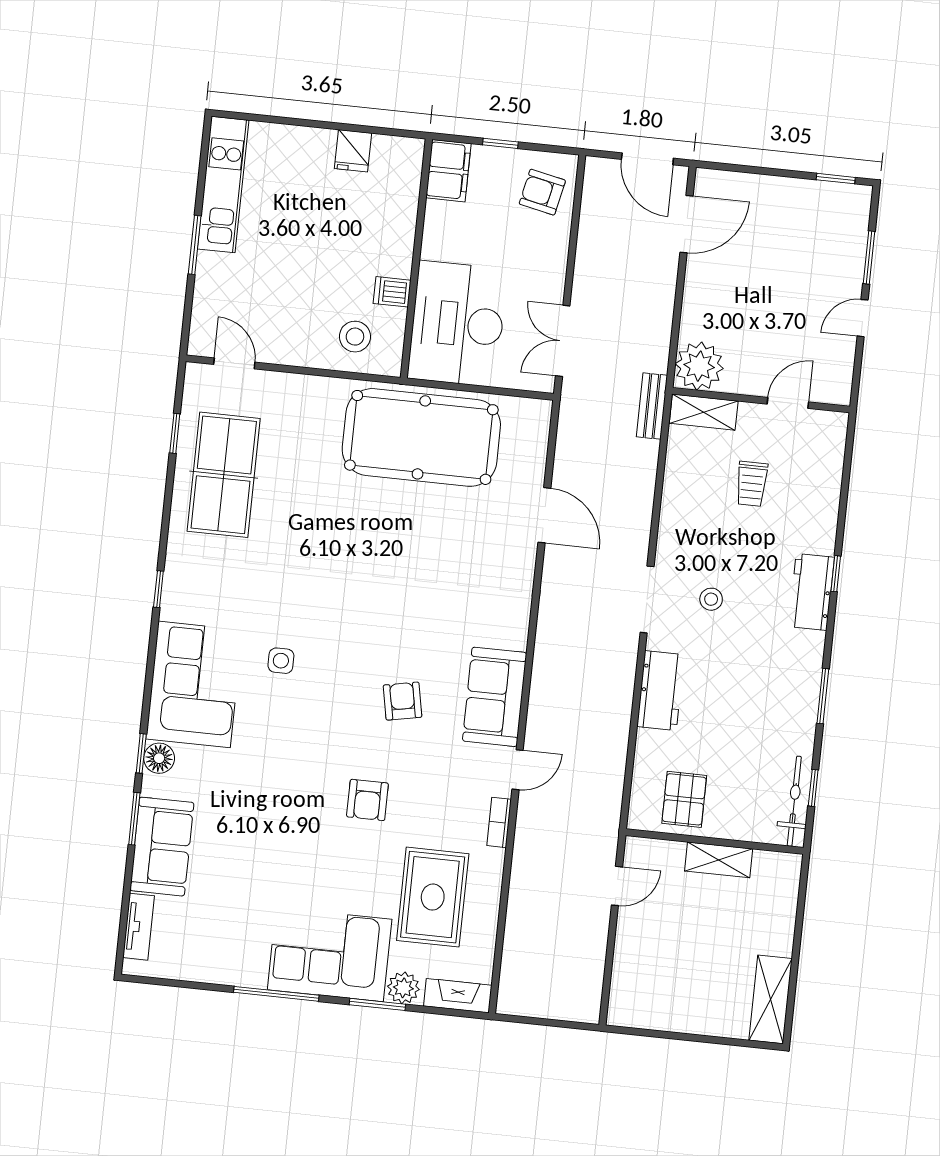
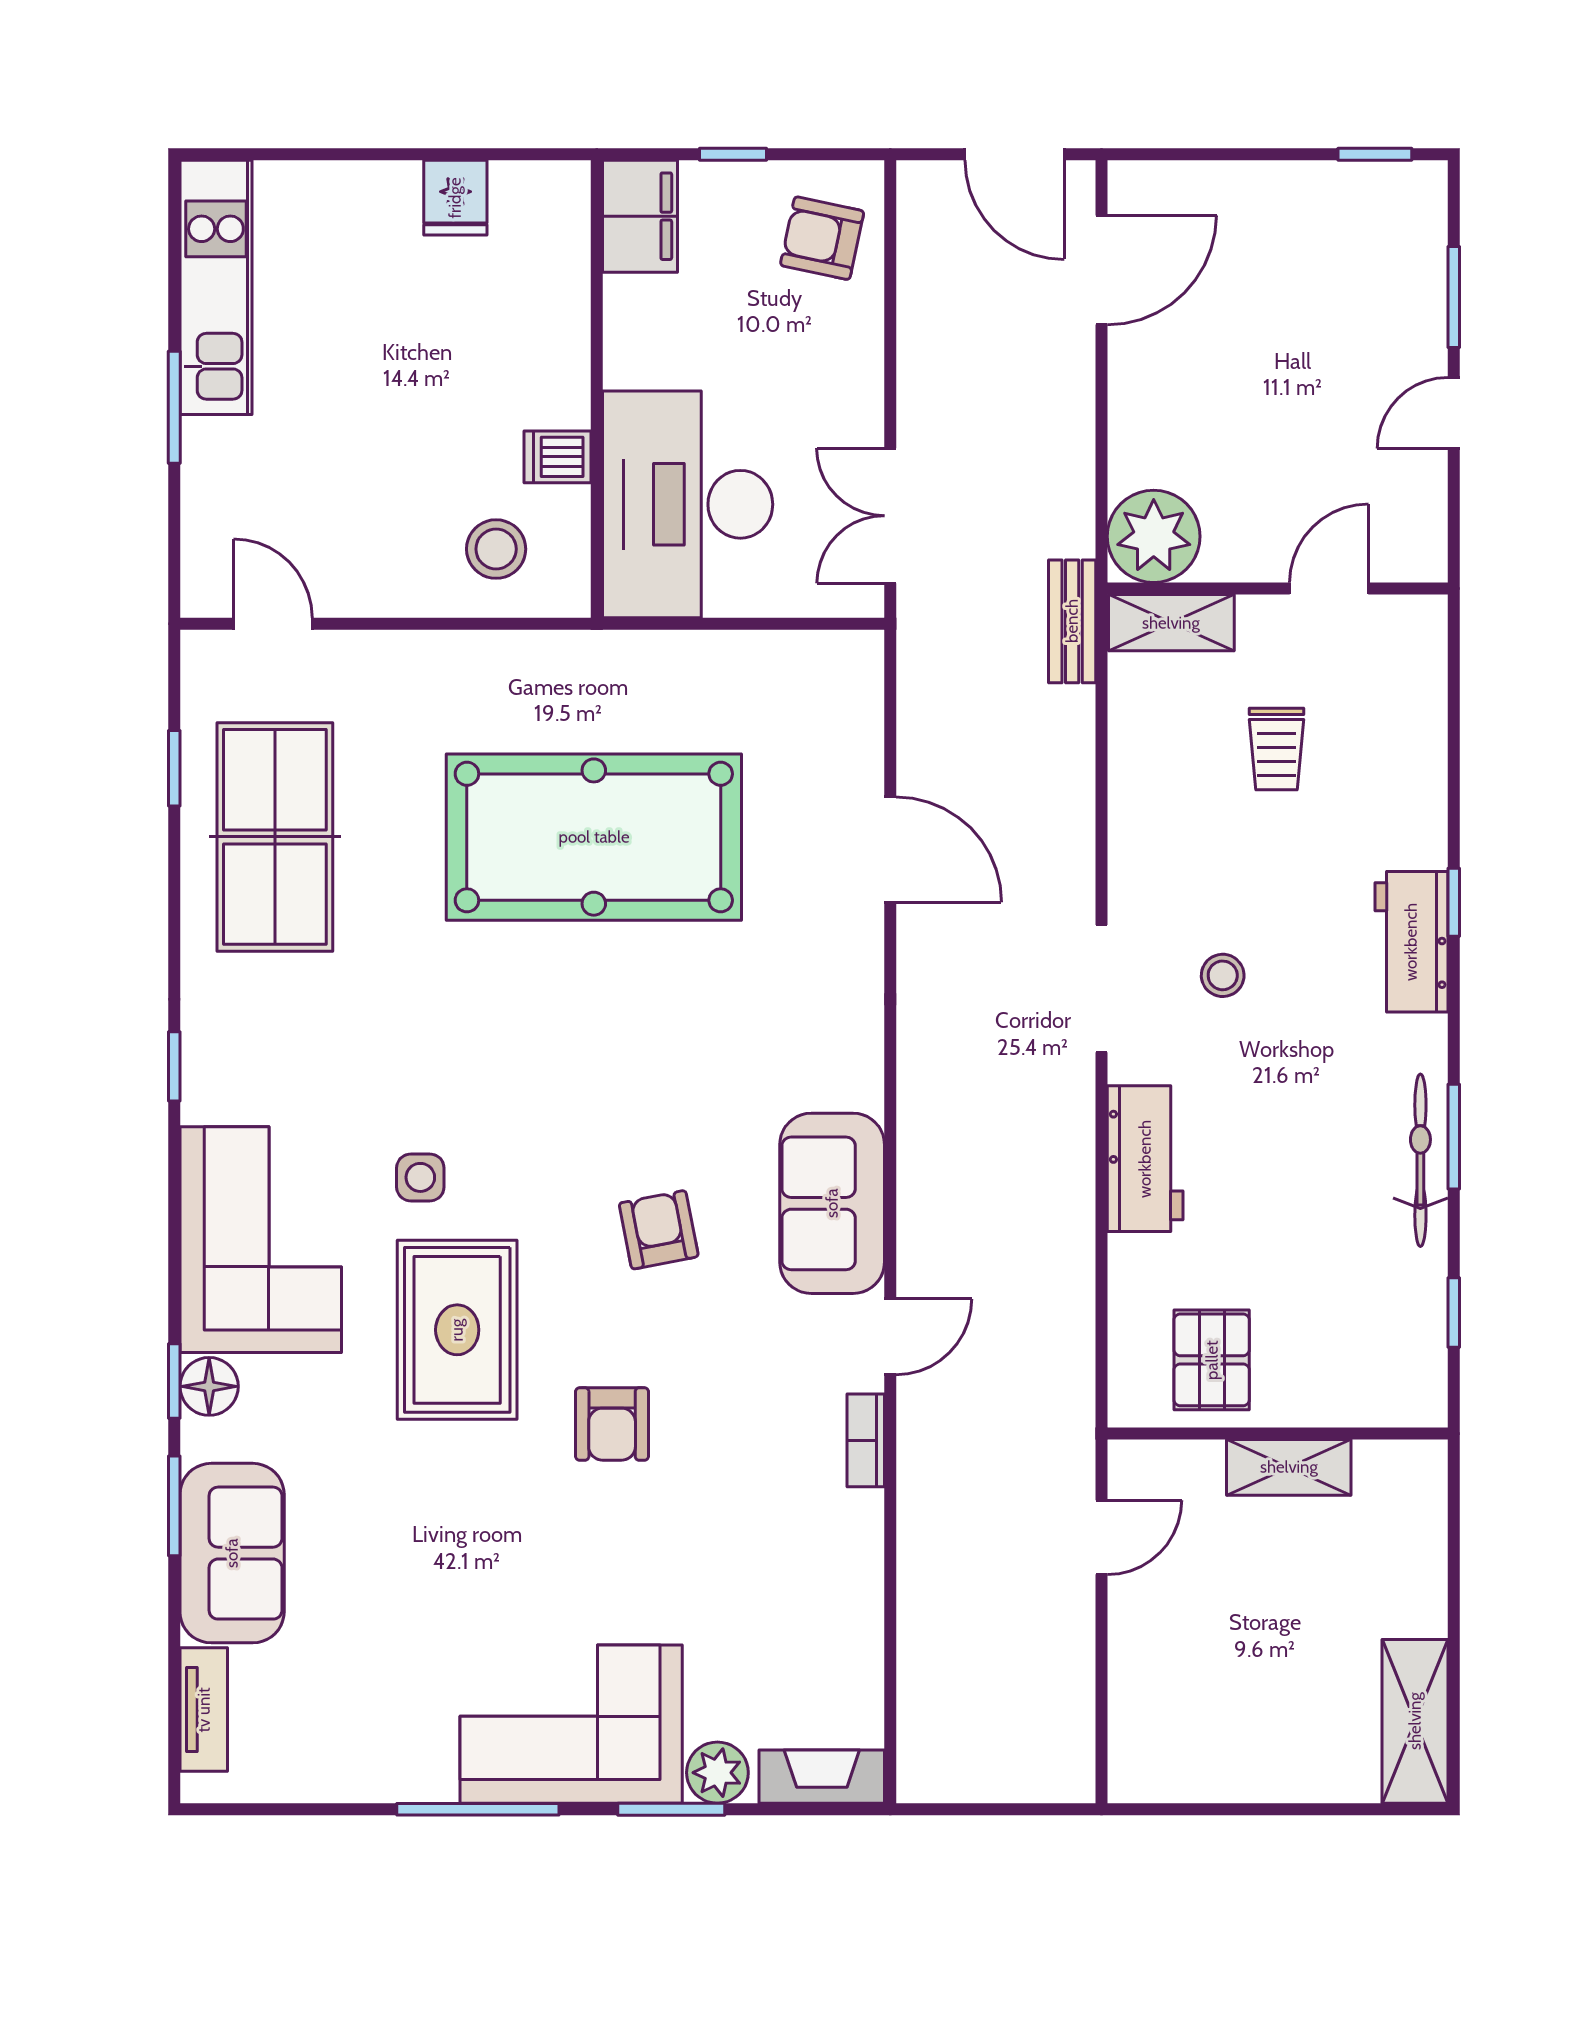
pool table: (421, 437) -> (594, 837), moved
bicycle: (794, 801) -> (1420, 1160), moved
rug: (433, 897) -> (457, 1330), moved

